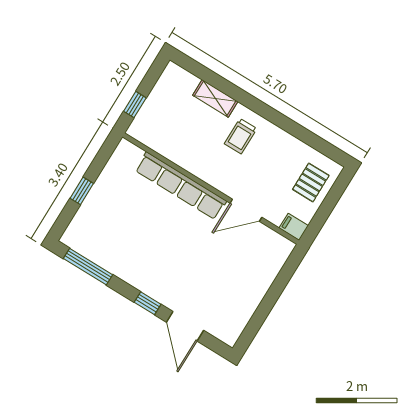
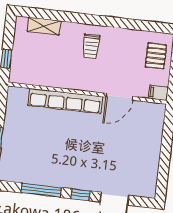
shelving: (215, 98) -> (44, 26), moved
window: (88, 267) -> (41, 190), moved

